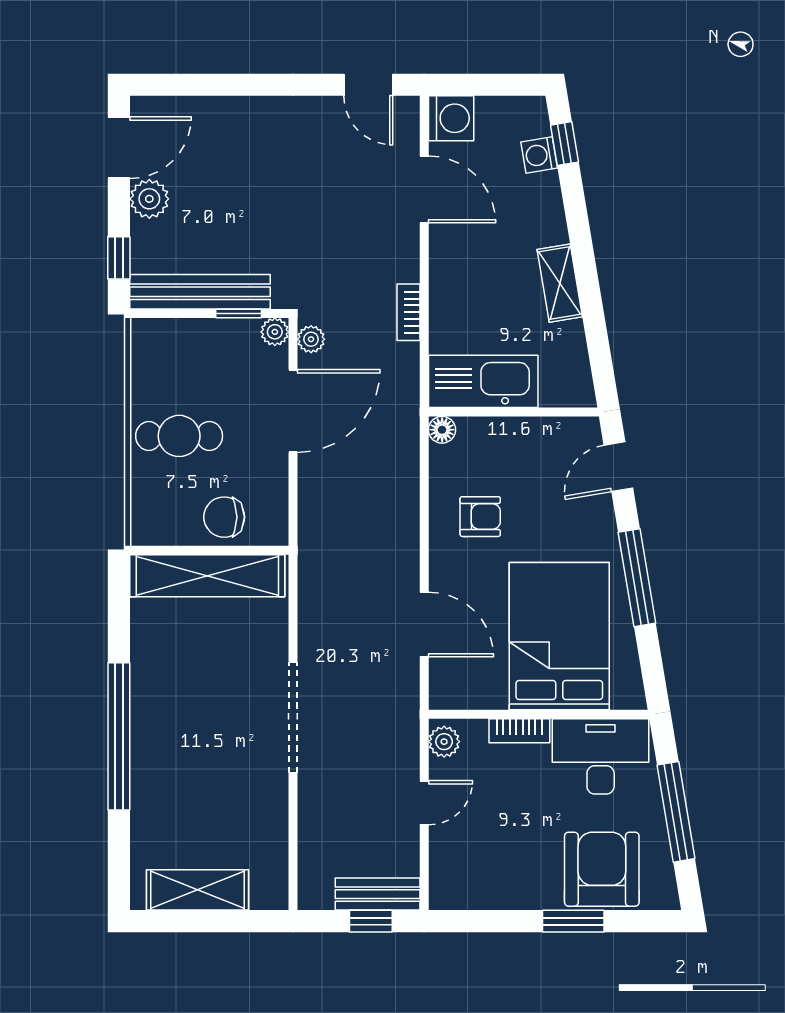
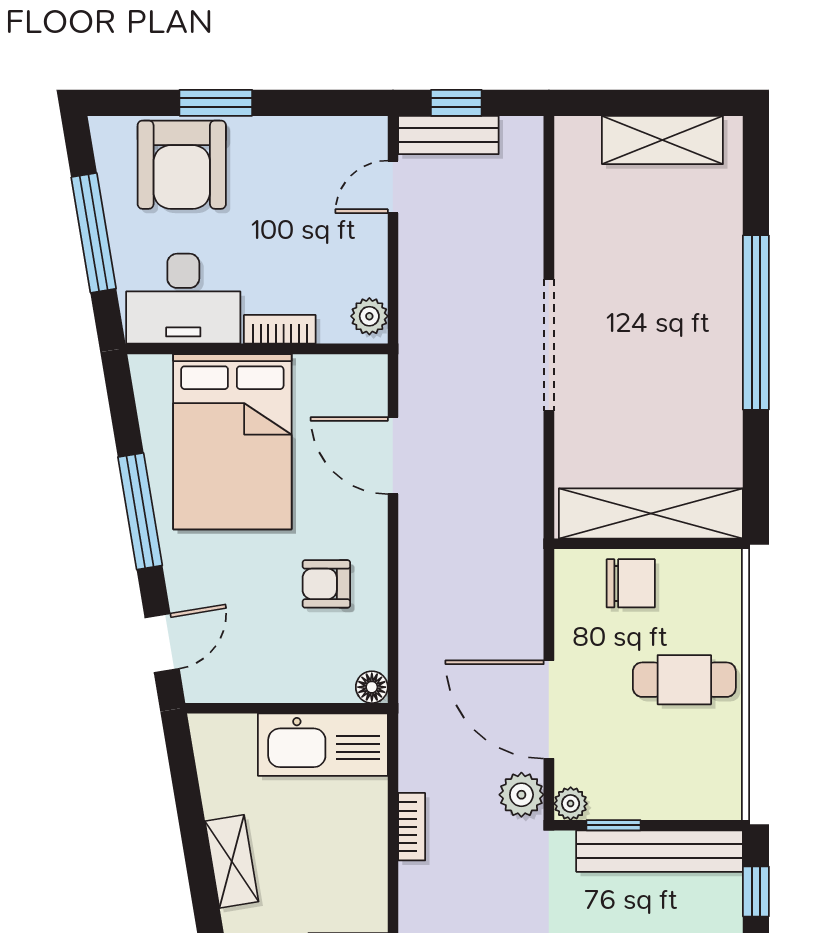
plant: (311, 339) -> (521, 795), width x1.38, depth x1.38
door: (293, 411) -> (549, 709), hinge flipped
door: (424, 803) -> (393, 187), moved

